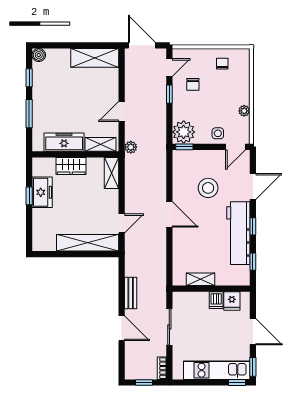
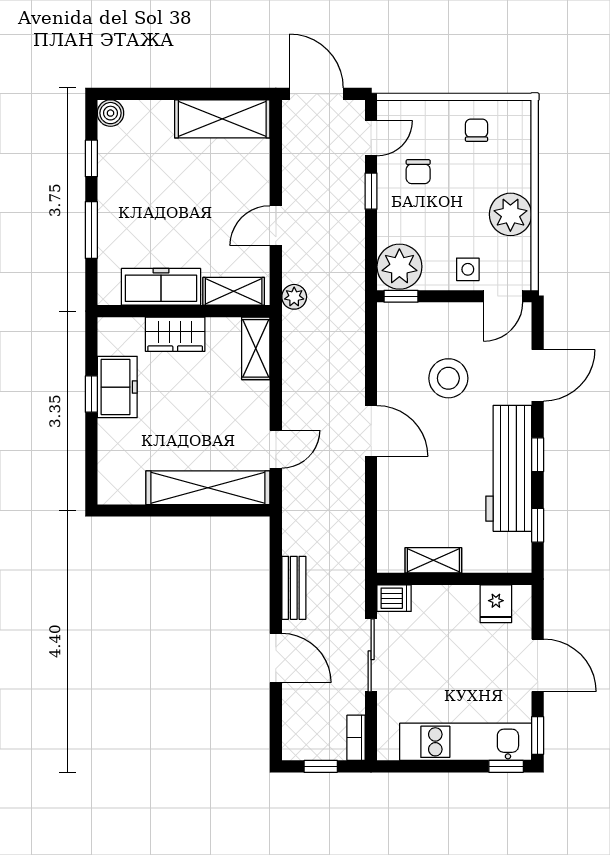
plant: (244, 111) -> (510, 214), width x1.88, depth x1.88
dishwasher: (216, 300) -> (394, 598), moved, turned -90

